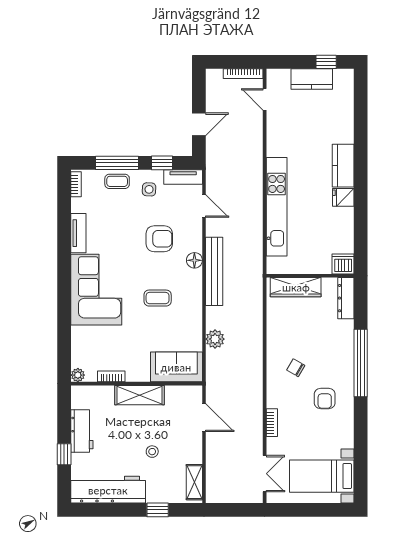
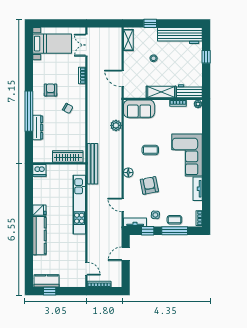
kitchen counter: (312, 79) -> (46, 281), moved
kitchen counter: (343, 166) -> (39, 236), width x1.50
armchair: (159, 239) -> (149, 185), turned 79
bench: (214, 271) -> (92, 164), moved
dresser: (346, 298) -> (38, 127), moved
workbench: (82, 431) -> (189, 91), moved, turned 90

